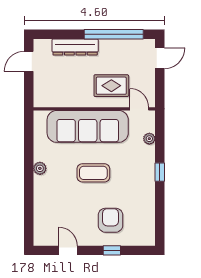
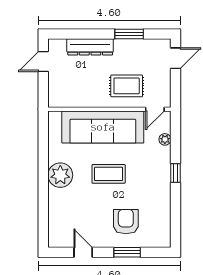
window: (114, 34) -> (129, 34), width x0.47
door: (139, 109) -> (155, 109), swing flipped
plant: (40, 168) -> (60, 175), width x1.88, depth x1.88
window: (112, 250) -> (127, 252), width x1.50

